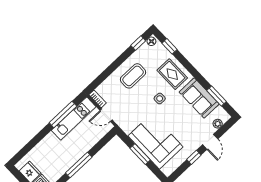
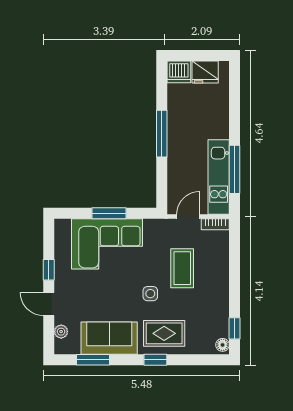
window: (169, 46) -> (155, 360), moved
coffee table: (133, 76) -> (182, 268), moved

